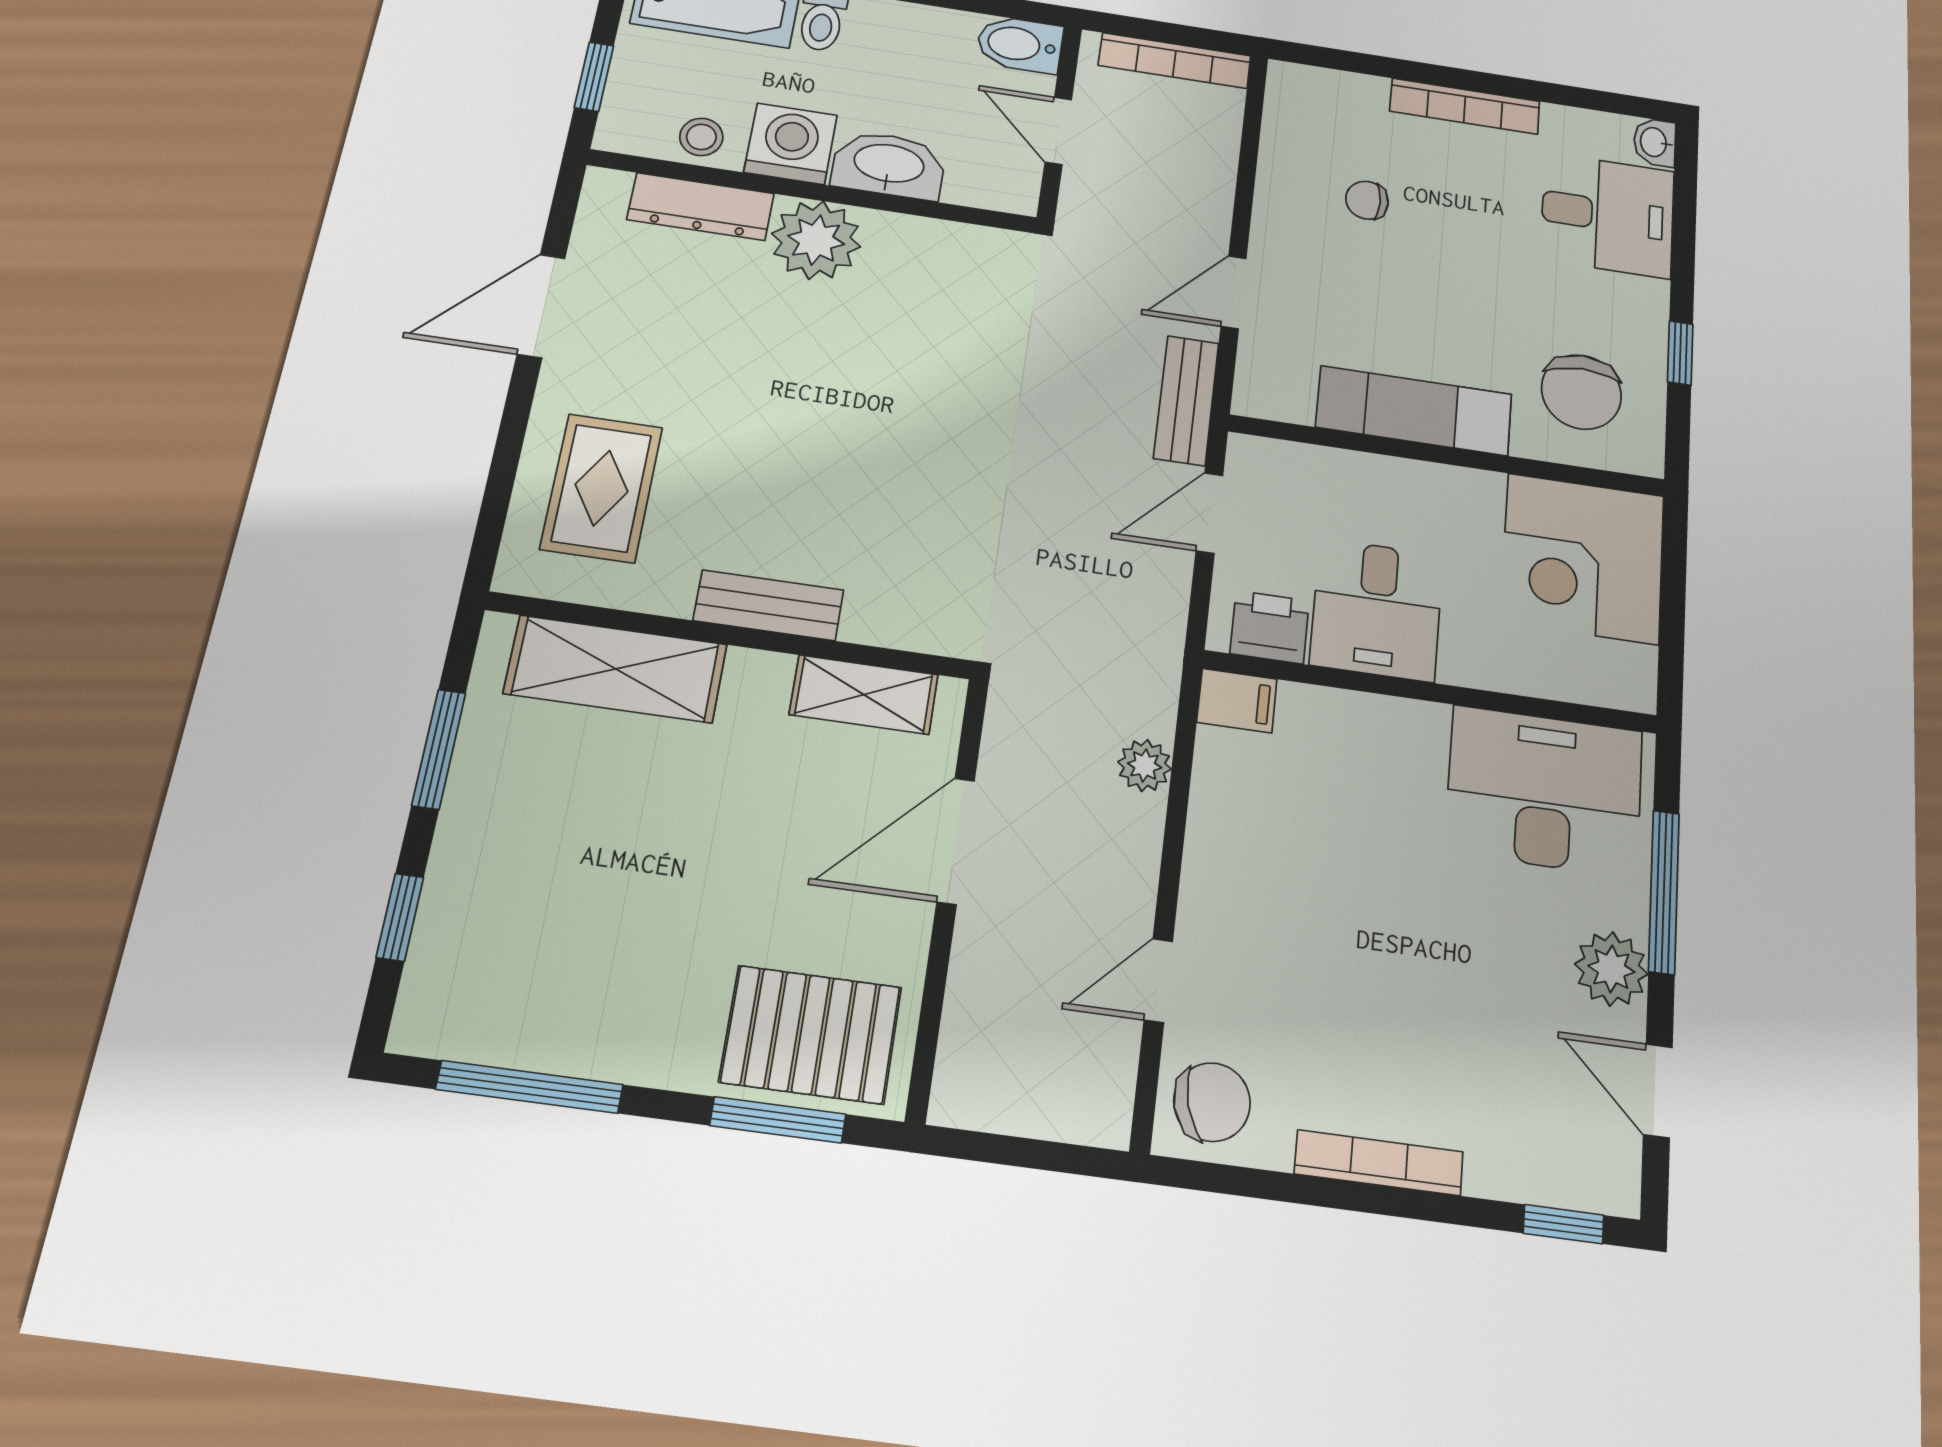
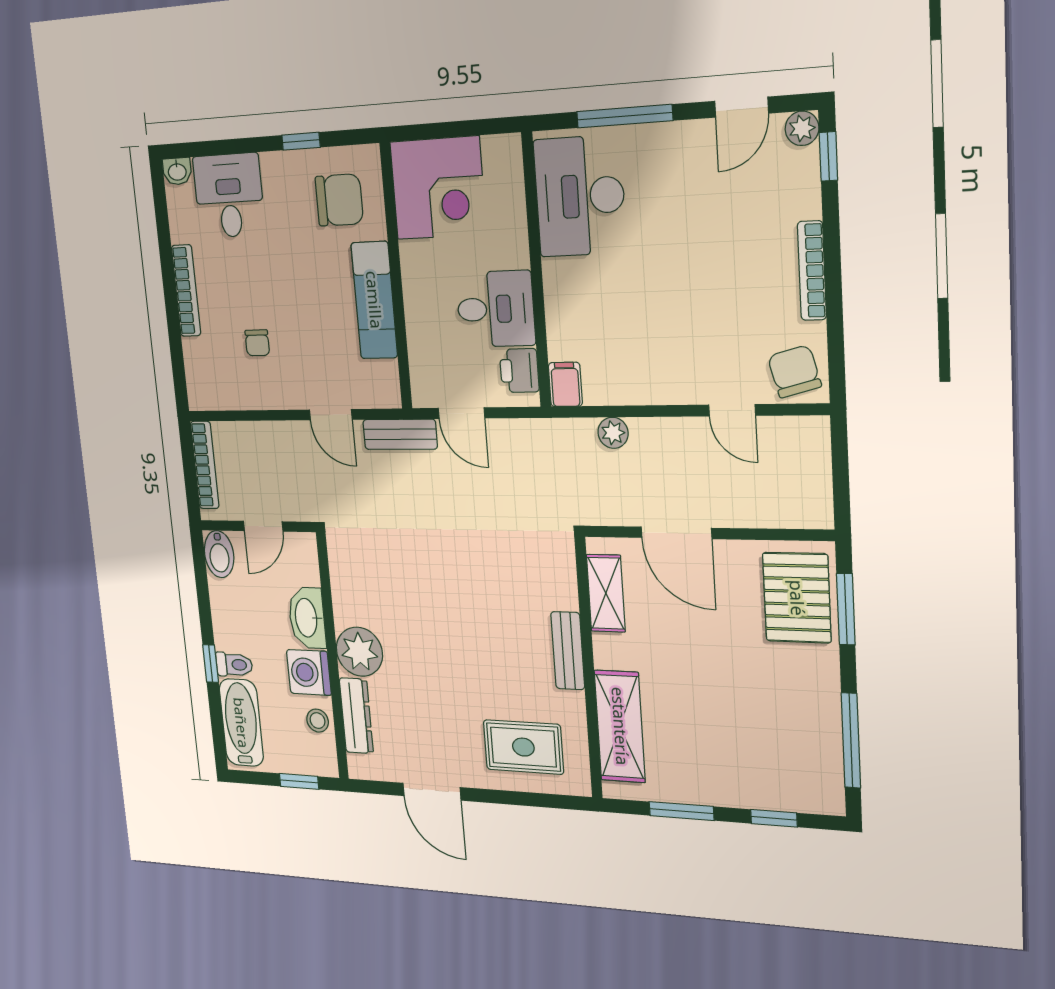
plant: (1611, 969) -> (802, 128), moved, width x0.73, depth x0.73

